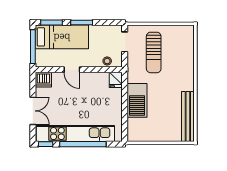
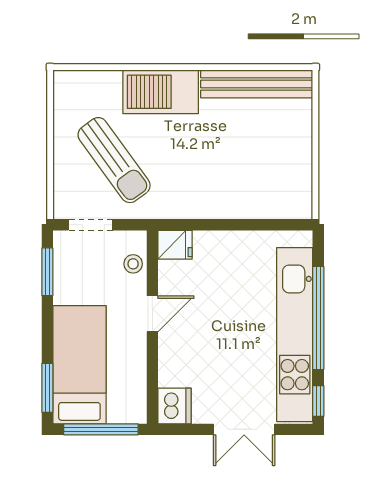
window: (82, 23) -> (47, 272), moved
sun lounger: (154, 52) -> (114, 160), turned 54
door: (72, 70) -> (152, 314), moved
barbecue: (137, 100) -> (161, 92), moved, turned 180
double door: (33, 111) -> (244, 429), swing flipped

